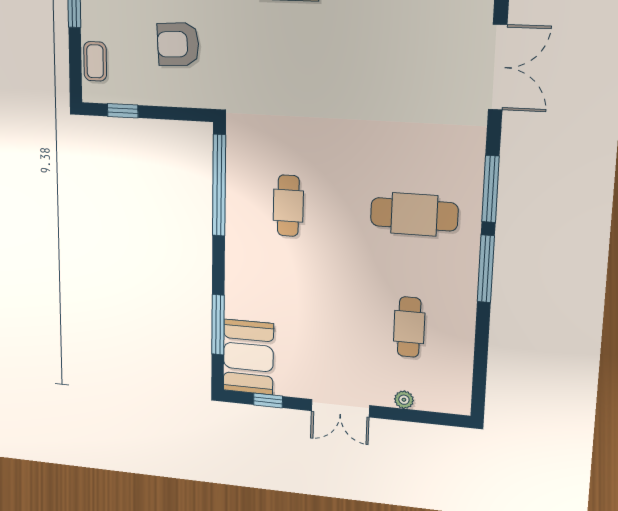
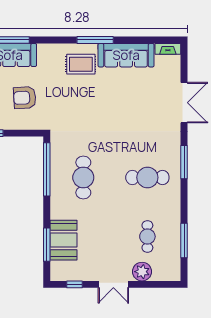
cafe table: (288, 206) -> (83, 177), width x1.37, depth x1.35
window: (486, 269) -> (184, 241), moved
booth: (248, 357) -> (63, 240), moved
plant: (404, 400) -> (142, 272), width x1.87, depth x1.87

